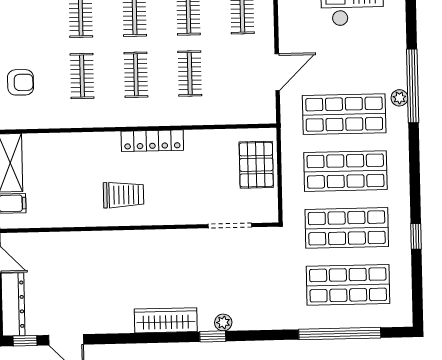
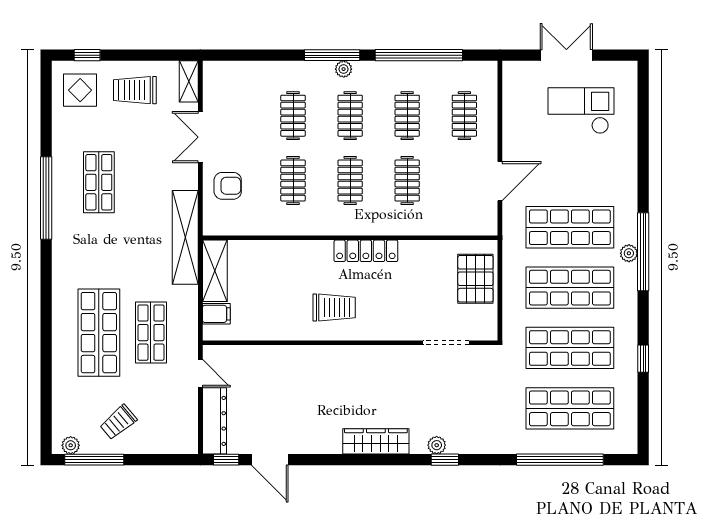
window: (413, 86) -> (643, 252), moved
plant: (399, 98) -> (629, 253), moved
window: (213, 336) -> (445, 460), moved

